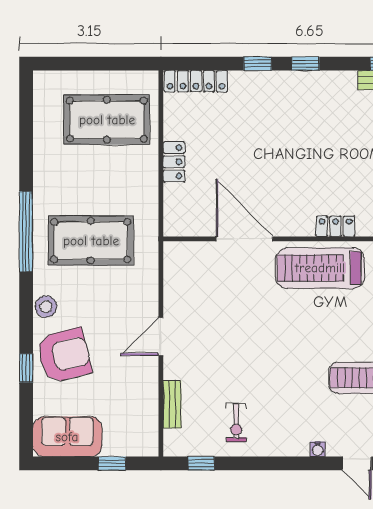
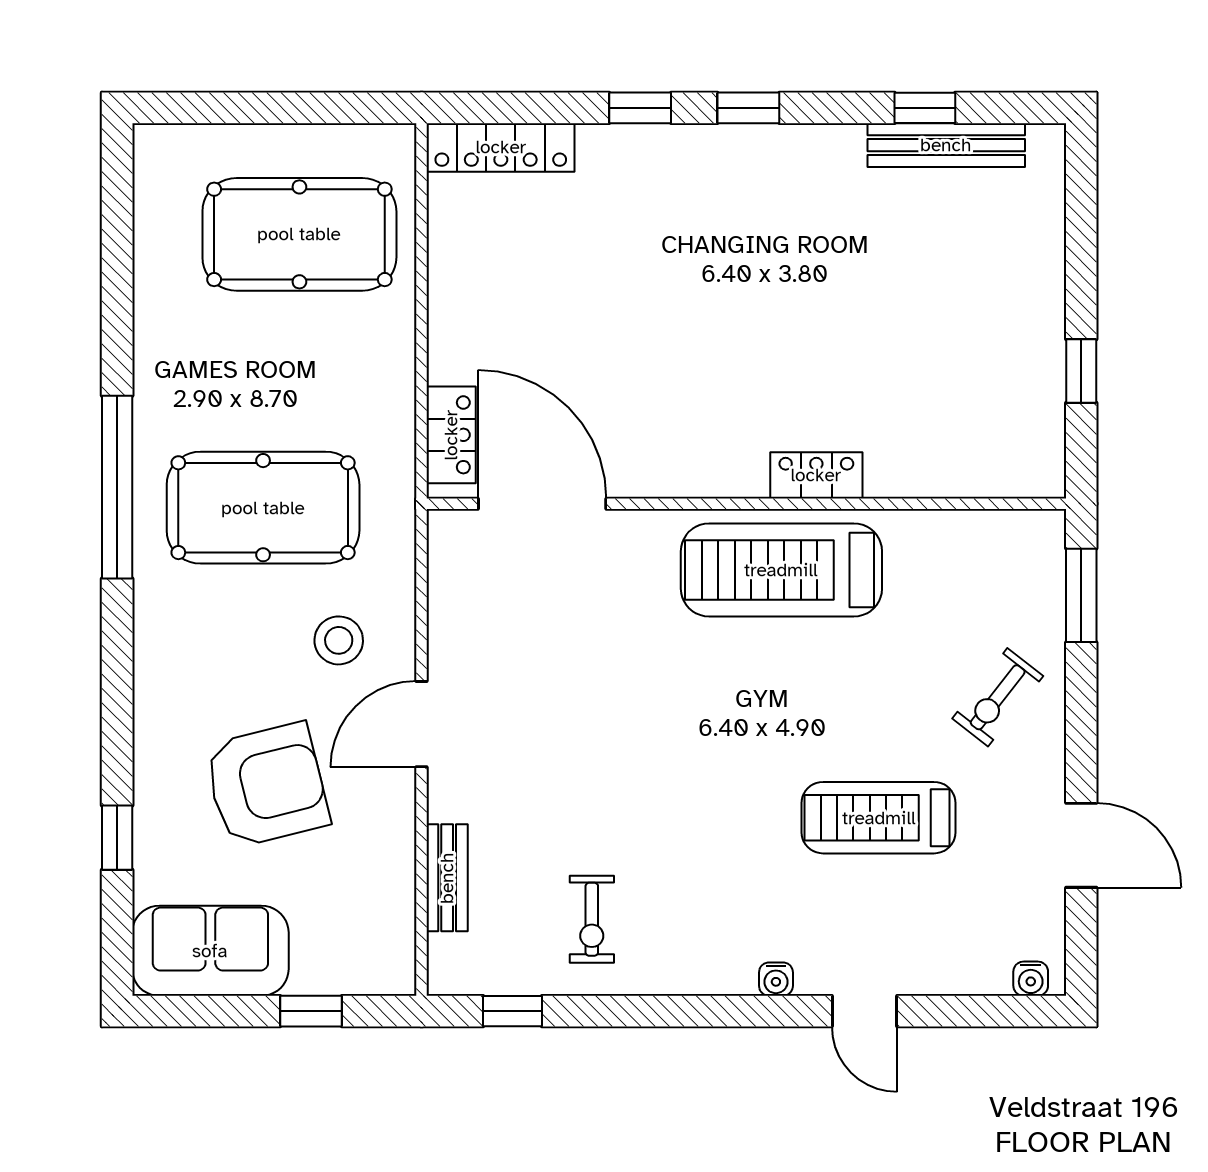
locker: (174, 162) -> (451, 435), moved
door: (244, 239) -> (542, 504), moved
stool: (46, 307) -> (339, 640), moved
armchair: (64, 355) -> (267, 785), moved
window: (26, 368) -> (117, 838), moved

